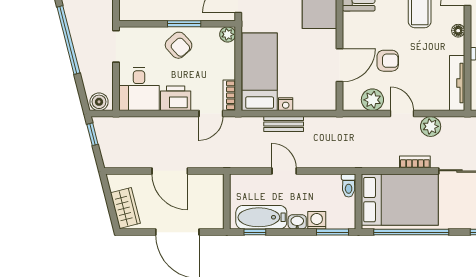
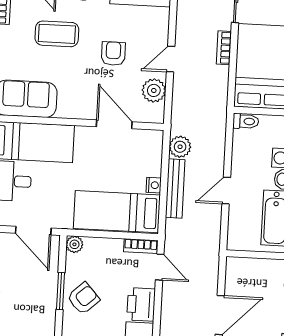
armchair: (388, 61) -> (113, 54), moved
bench: (284, 124) -> (175, 189), width x1.36
plant: (431, 126) -> (180, 147), moved

